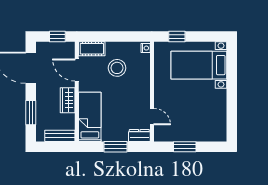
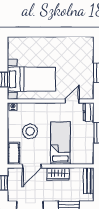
bed with nightstands: (199, 65) -> (31, 79), moved, turned -90
bed: (90, 117) -> (60, 143), moved, turned 90

